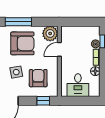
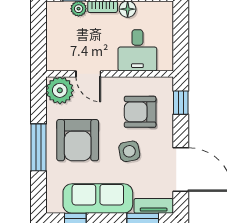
armchair: (22, 43) -> (78, 140), turned 180
desk: (78, 85) -> (137, 50), moved, turned 90

